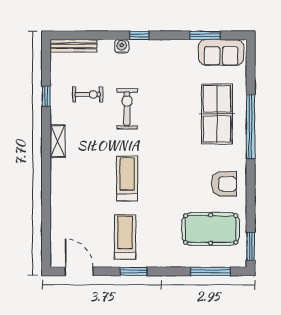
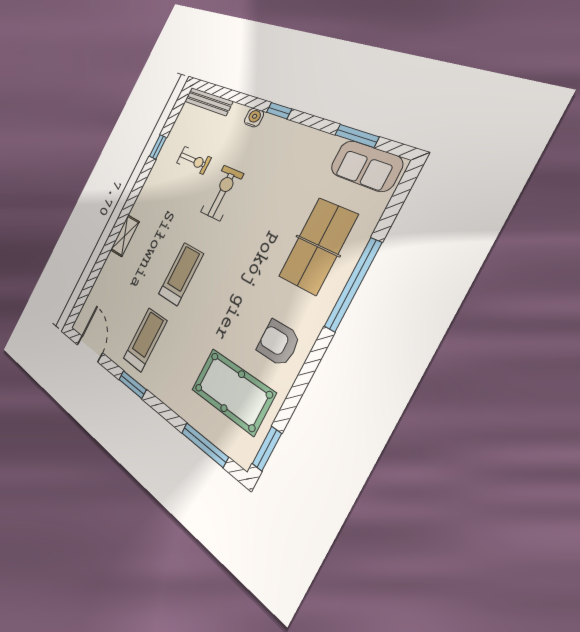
shelving: (58, 141) -> (125, 236), moved
armchair: (224, 184) -> (278, 343), turned 180

